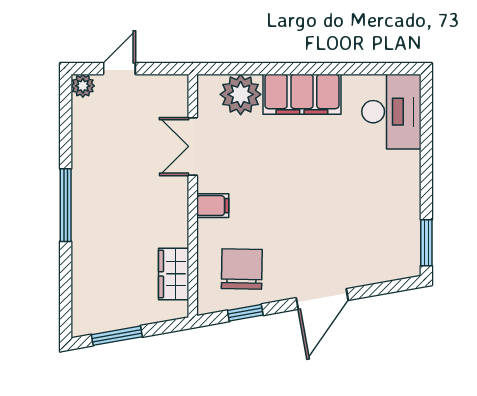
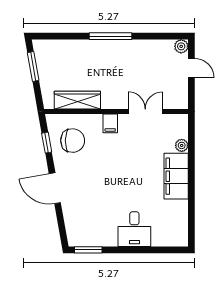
plant: (241, 94) -> (182, 145), width x0.53, depth x0.53
desk: (391, 112) -> (134, 229), moved, width x0.73
wardrobe: (174, 274) -> (77, 100), width x1.50

